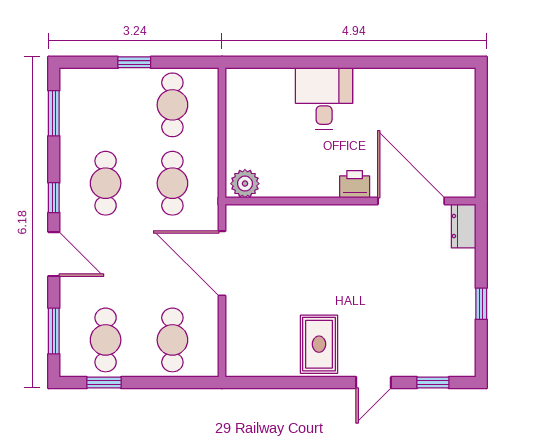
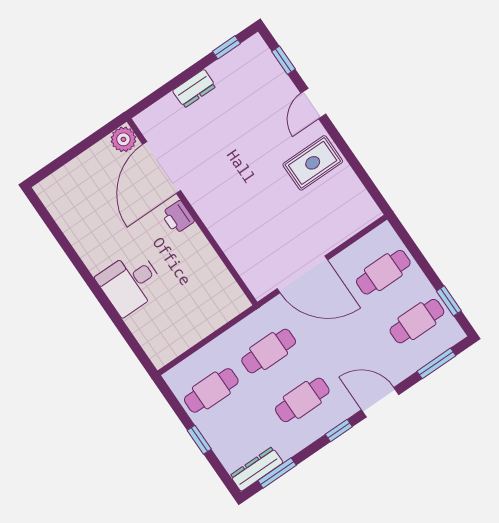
dresser: (71, 97) -> (257, 469), added
plant: (245, 184) -> (123, 139), moved
dresser: (464, 226) -> (194, 89), moved
door: (54, 254) -> (380, 402), hinge flipped
door: (222, 263) -> (302, 274), hinge flipped
window: (481, 304) -> (226, 47), moved
door: (374, 383) -> (313, 104), swing flipped

